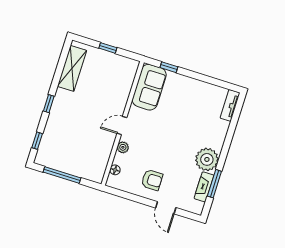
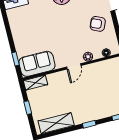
shelving: (130, 73) -> (35, 83), added
door: (122, 126) -> (74, 66), hinge flipped
armchair: (152, 180) -> (98, 24), turned -66

